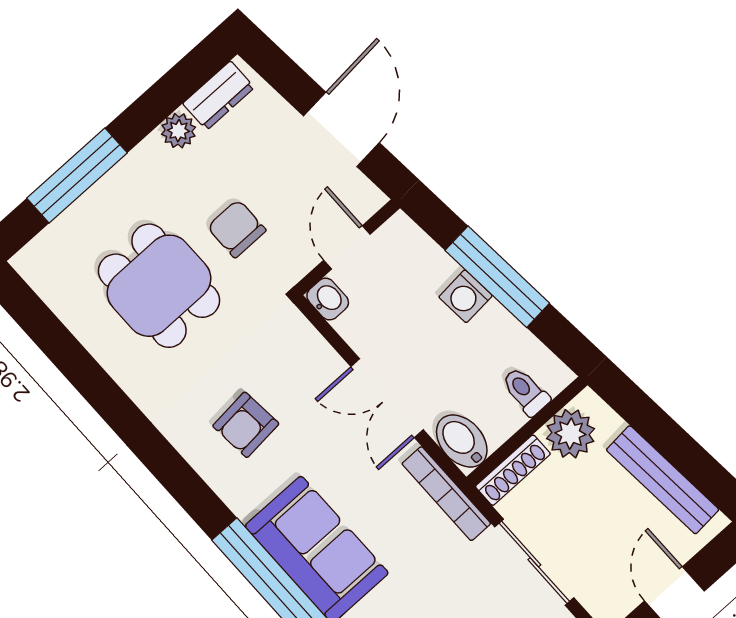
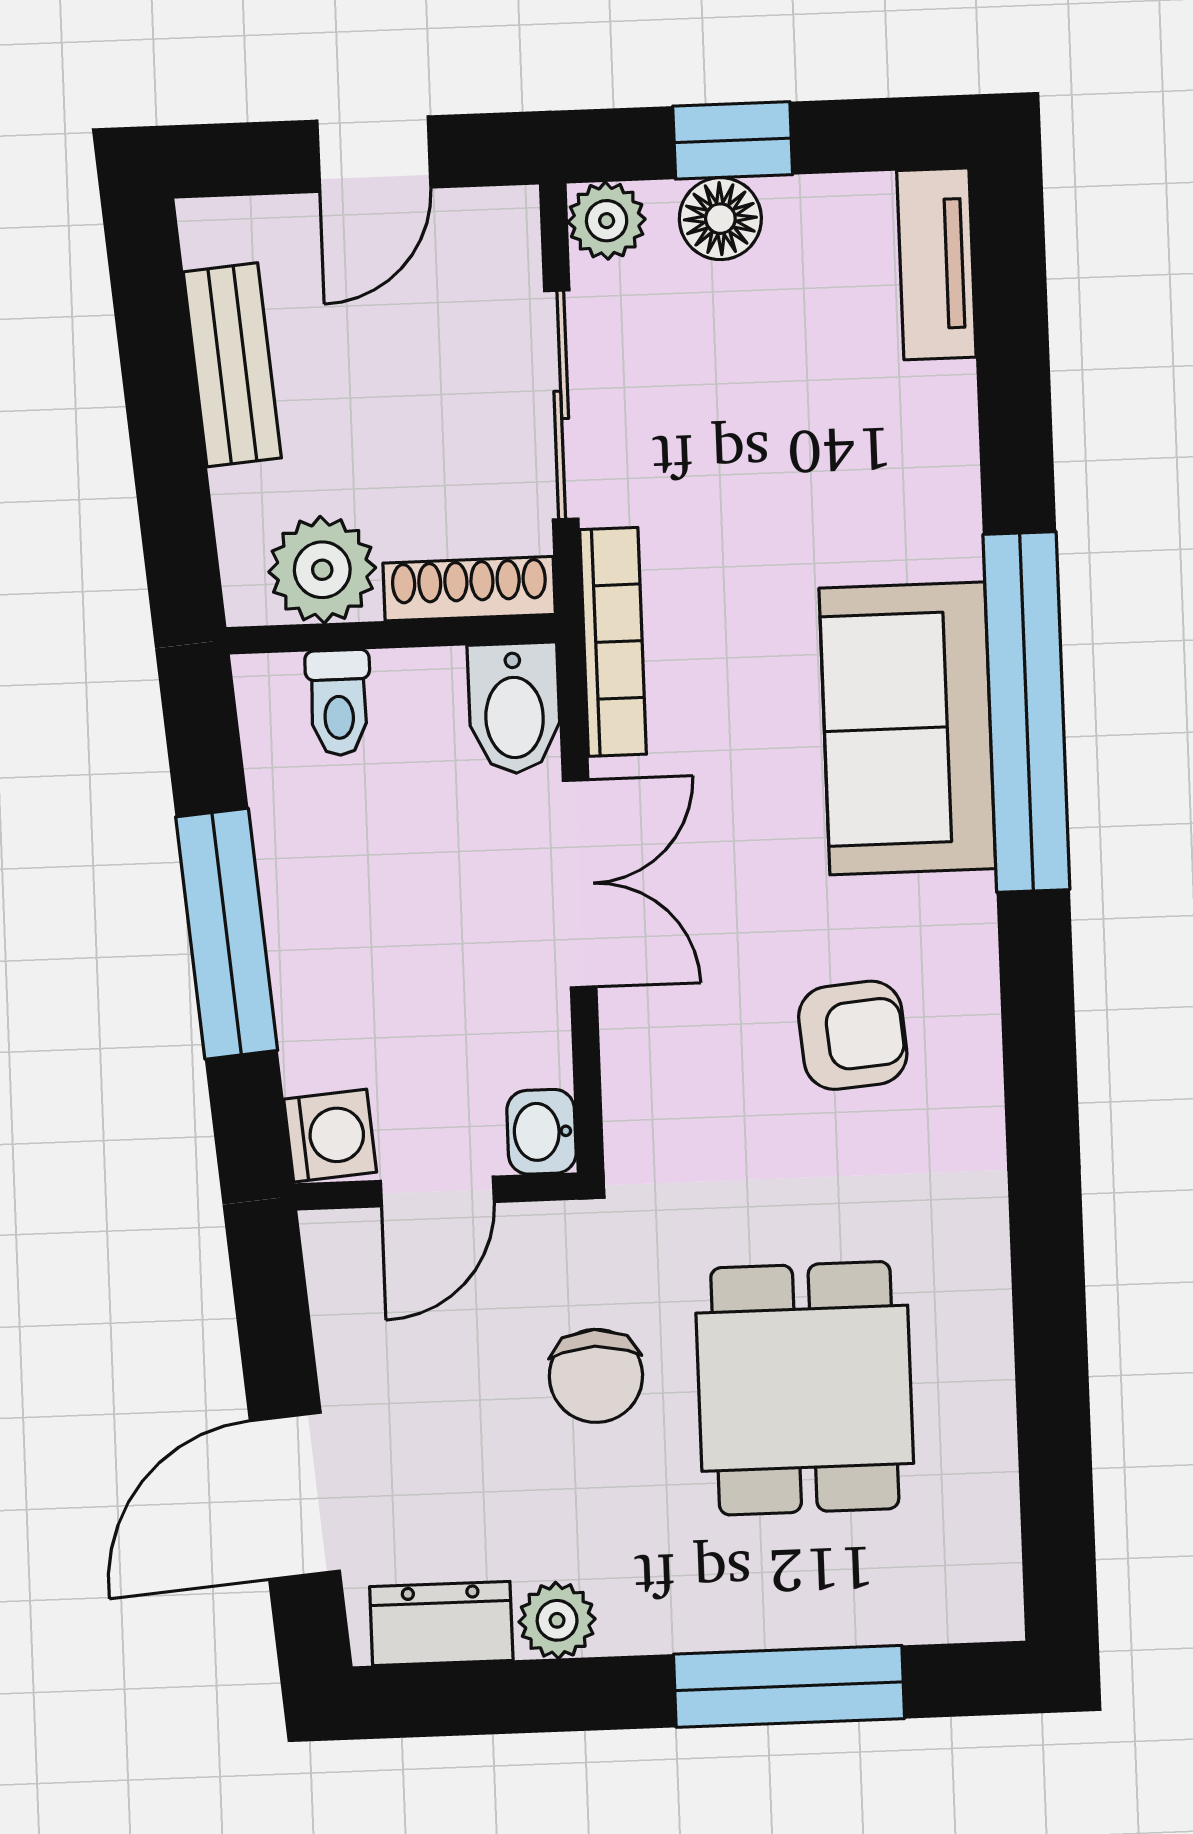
door: (341, 129) -> (295, 1496), moved
washing machine: (466, 296) -> (330, 1136), moved
bench: (663, 480) -> (232, 365), width x0.73

